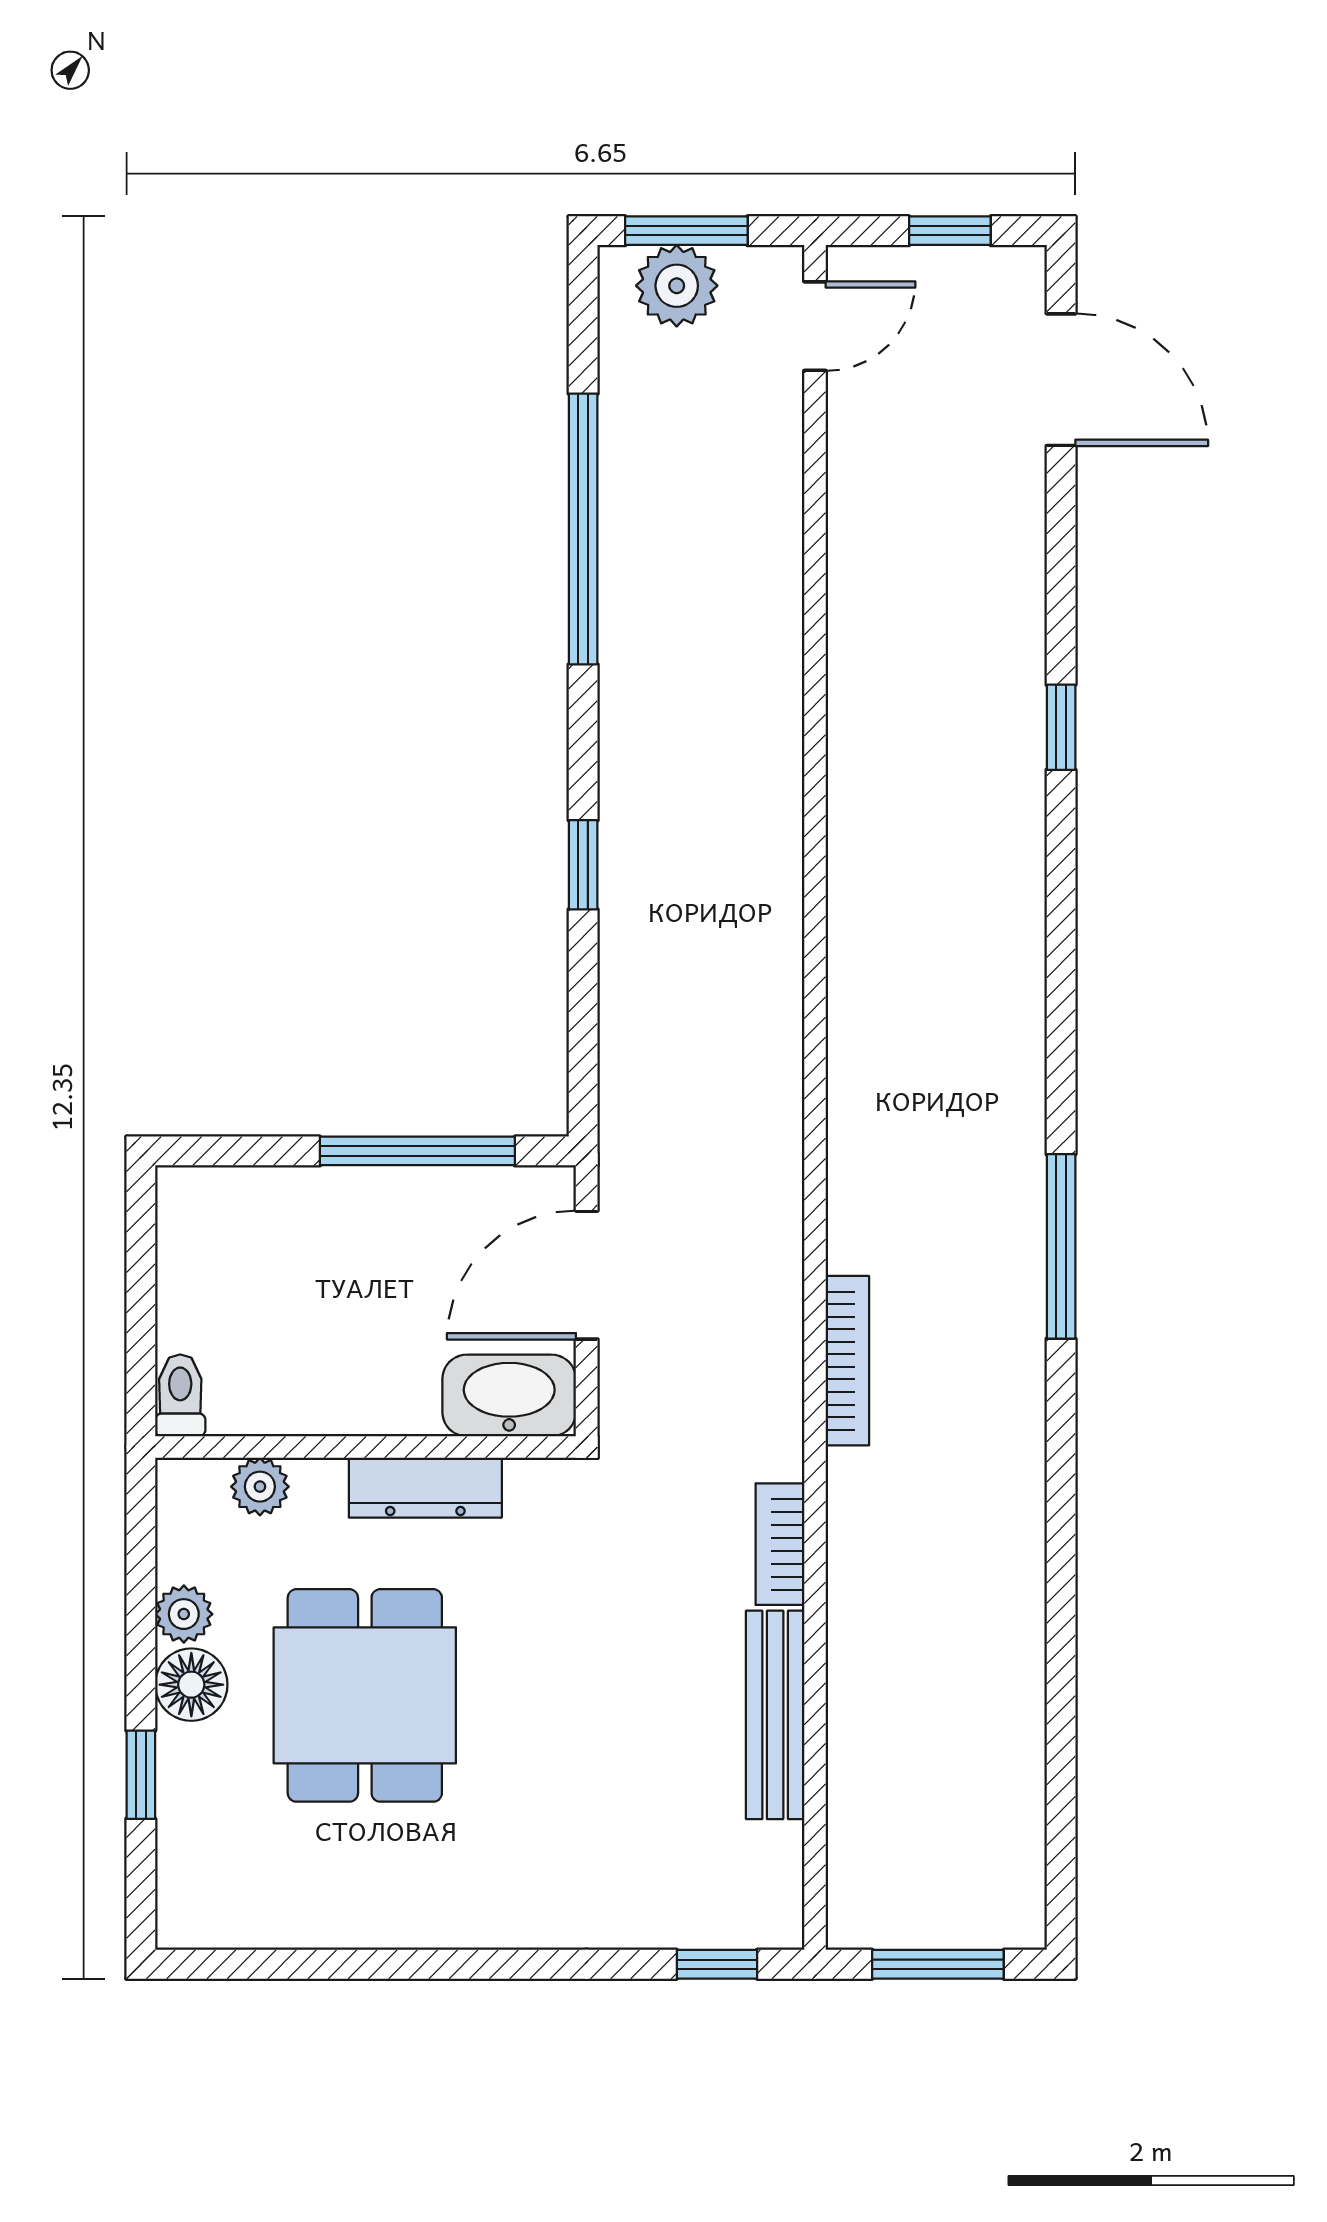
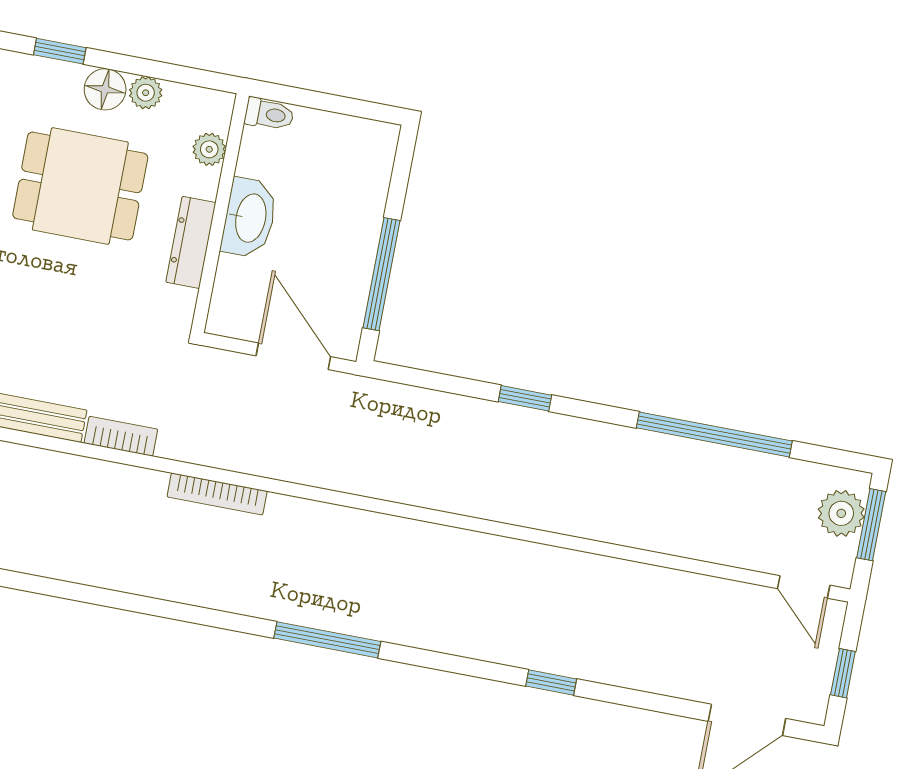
window: (1061, 1246) -> (327, 640), moved
washbasin: (509, 1395) -> (249, 218), moved

